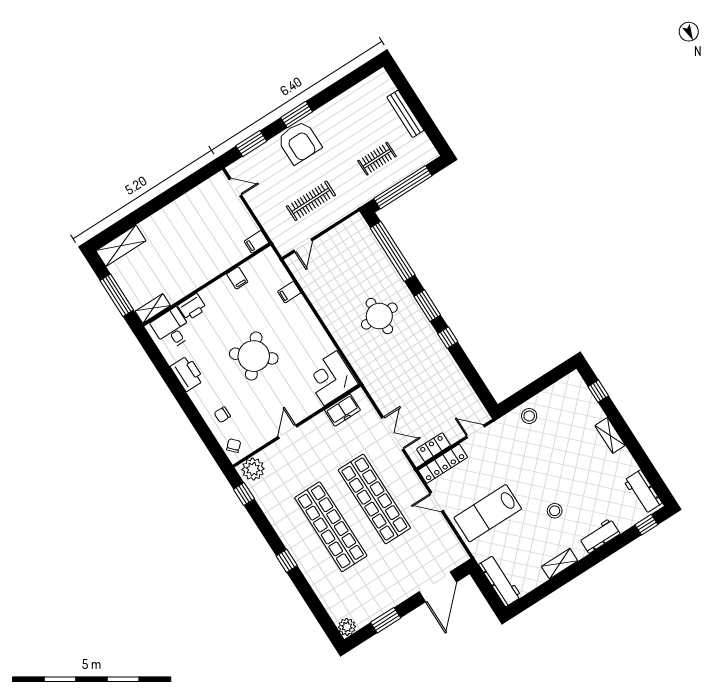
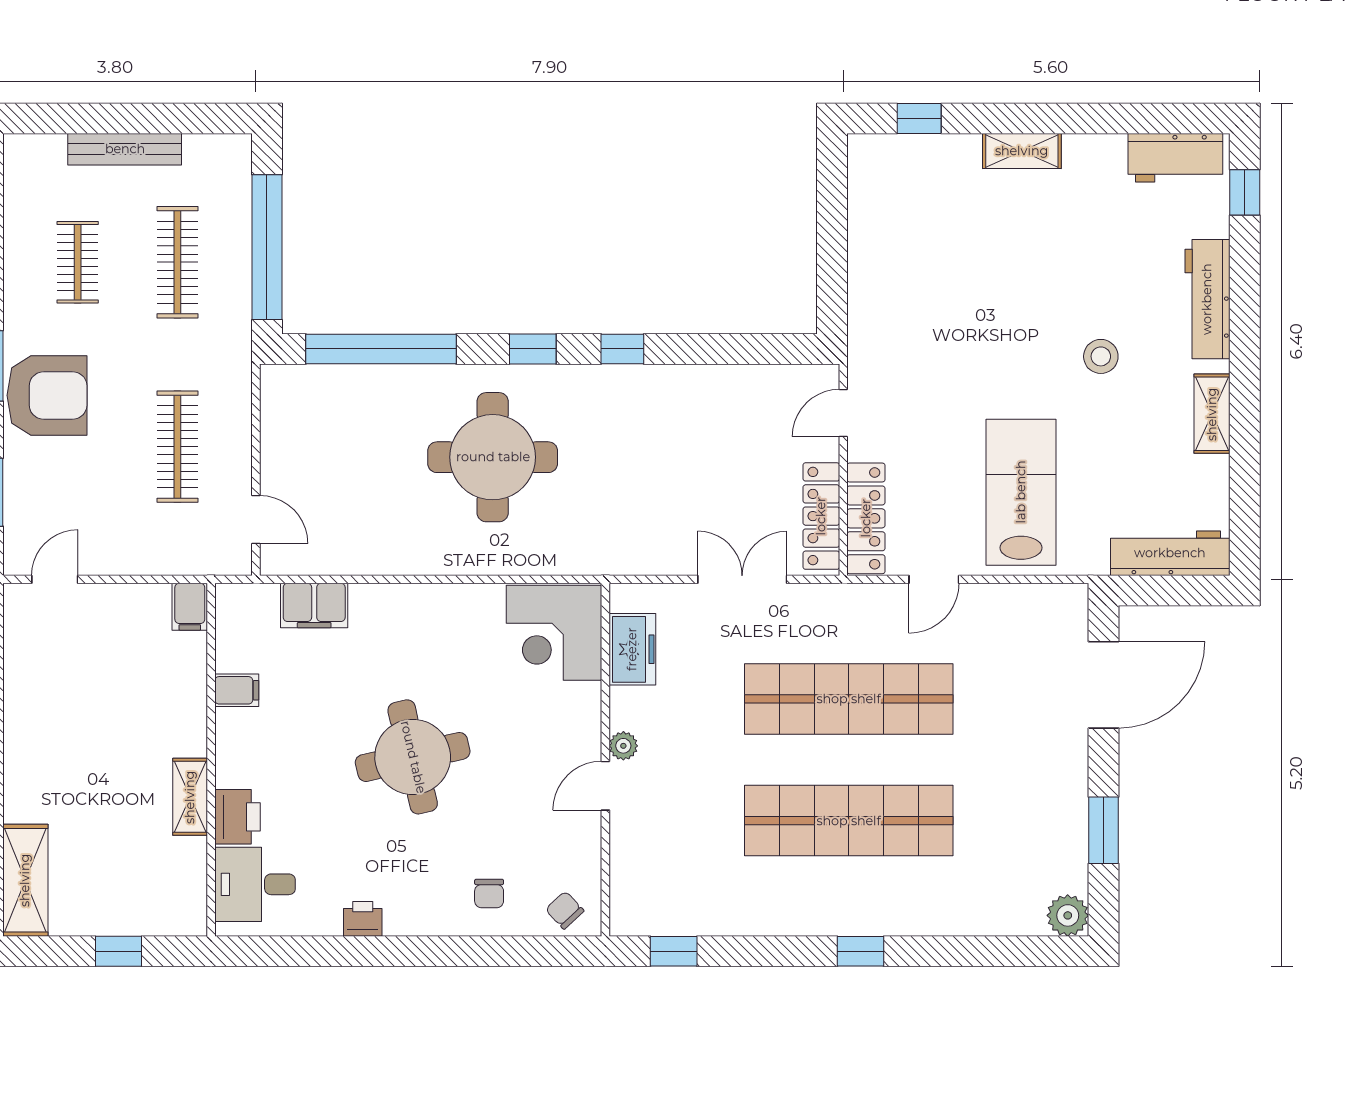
clothes rail: (354, 123) -> (78, 262), added
clothes rail: (377, 159) -> (177, 262), width x1.36
filing cabinet: (289, 292) -> (314, 605), width x2.00
window: (117, 295) -> (118, 951), width x0.46
window: (427, 306) -> (533, 349), width x0.67
shelving: (153, 308) -> (190, 797), moved
round table: (379, 316) -> (493, 457), width x1.36, depth x1.36
round table: (254, 356) -> (413, 757), turned 37
printer: (187, 373) -> (363, 919), width x0.53, depth x0.68
stool: (529, 416) -> (881, 287), removed
door: (288, 432) -> (605, 786), hinge flipped
locker: (434, 447) -> (821, 516), width x1.53
plant: (253, 469) -> (623, 746), moved, width x0.53, depth x0.53
lab bench: (488, 513) -> (1021, 492), turned 180
workbench: (600, 536) -> (1207, 299), width x1.38
door: (438, 587) -> (1104, 685), hinge flipped

